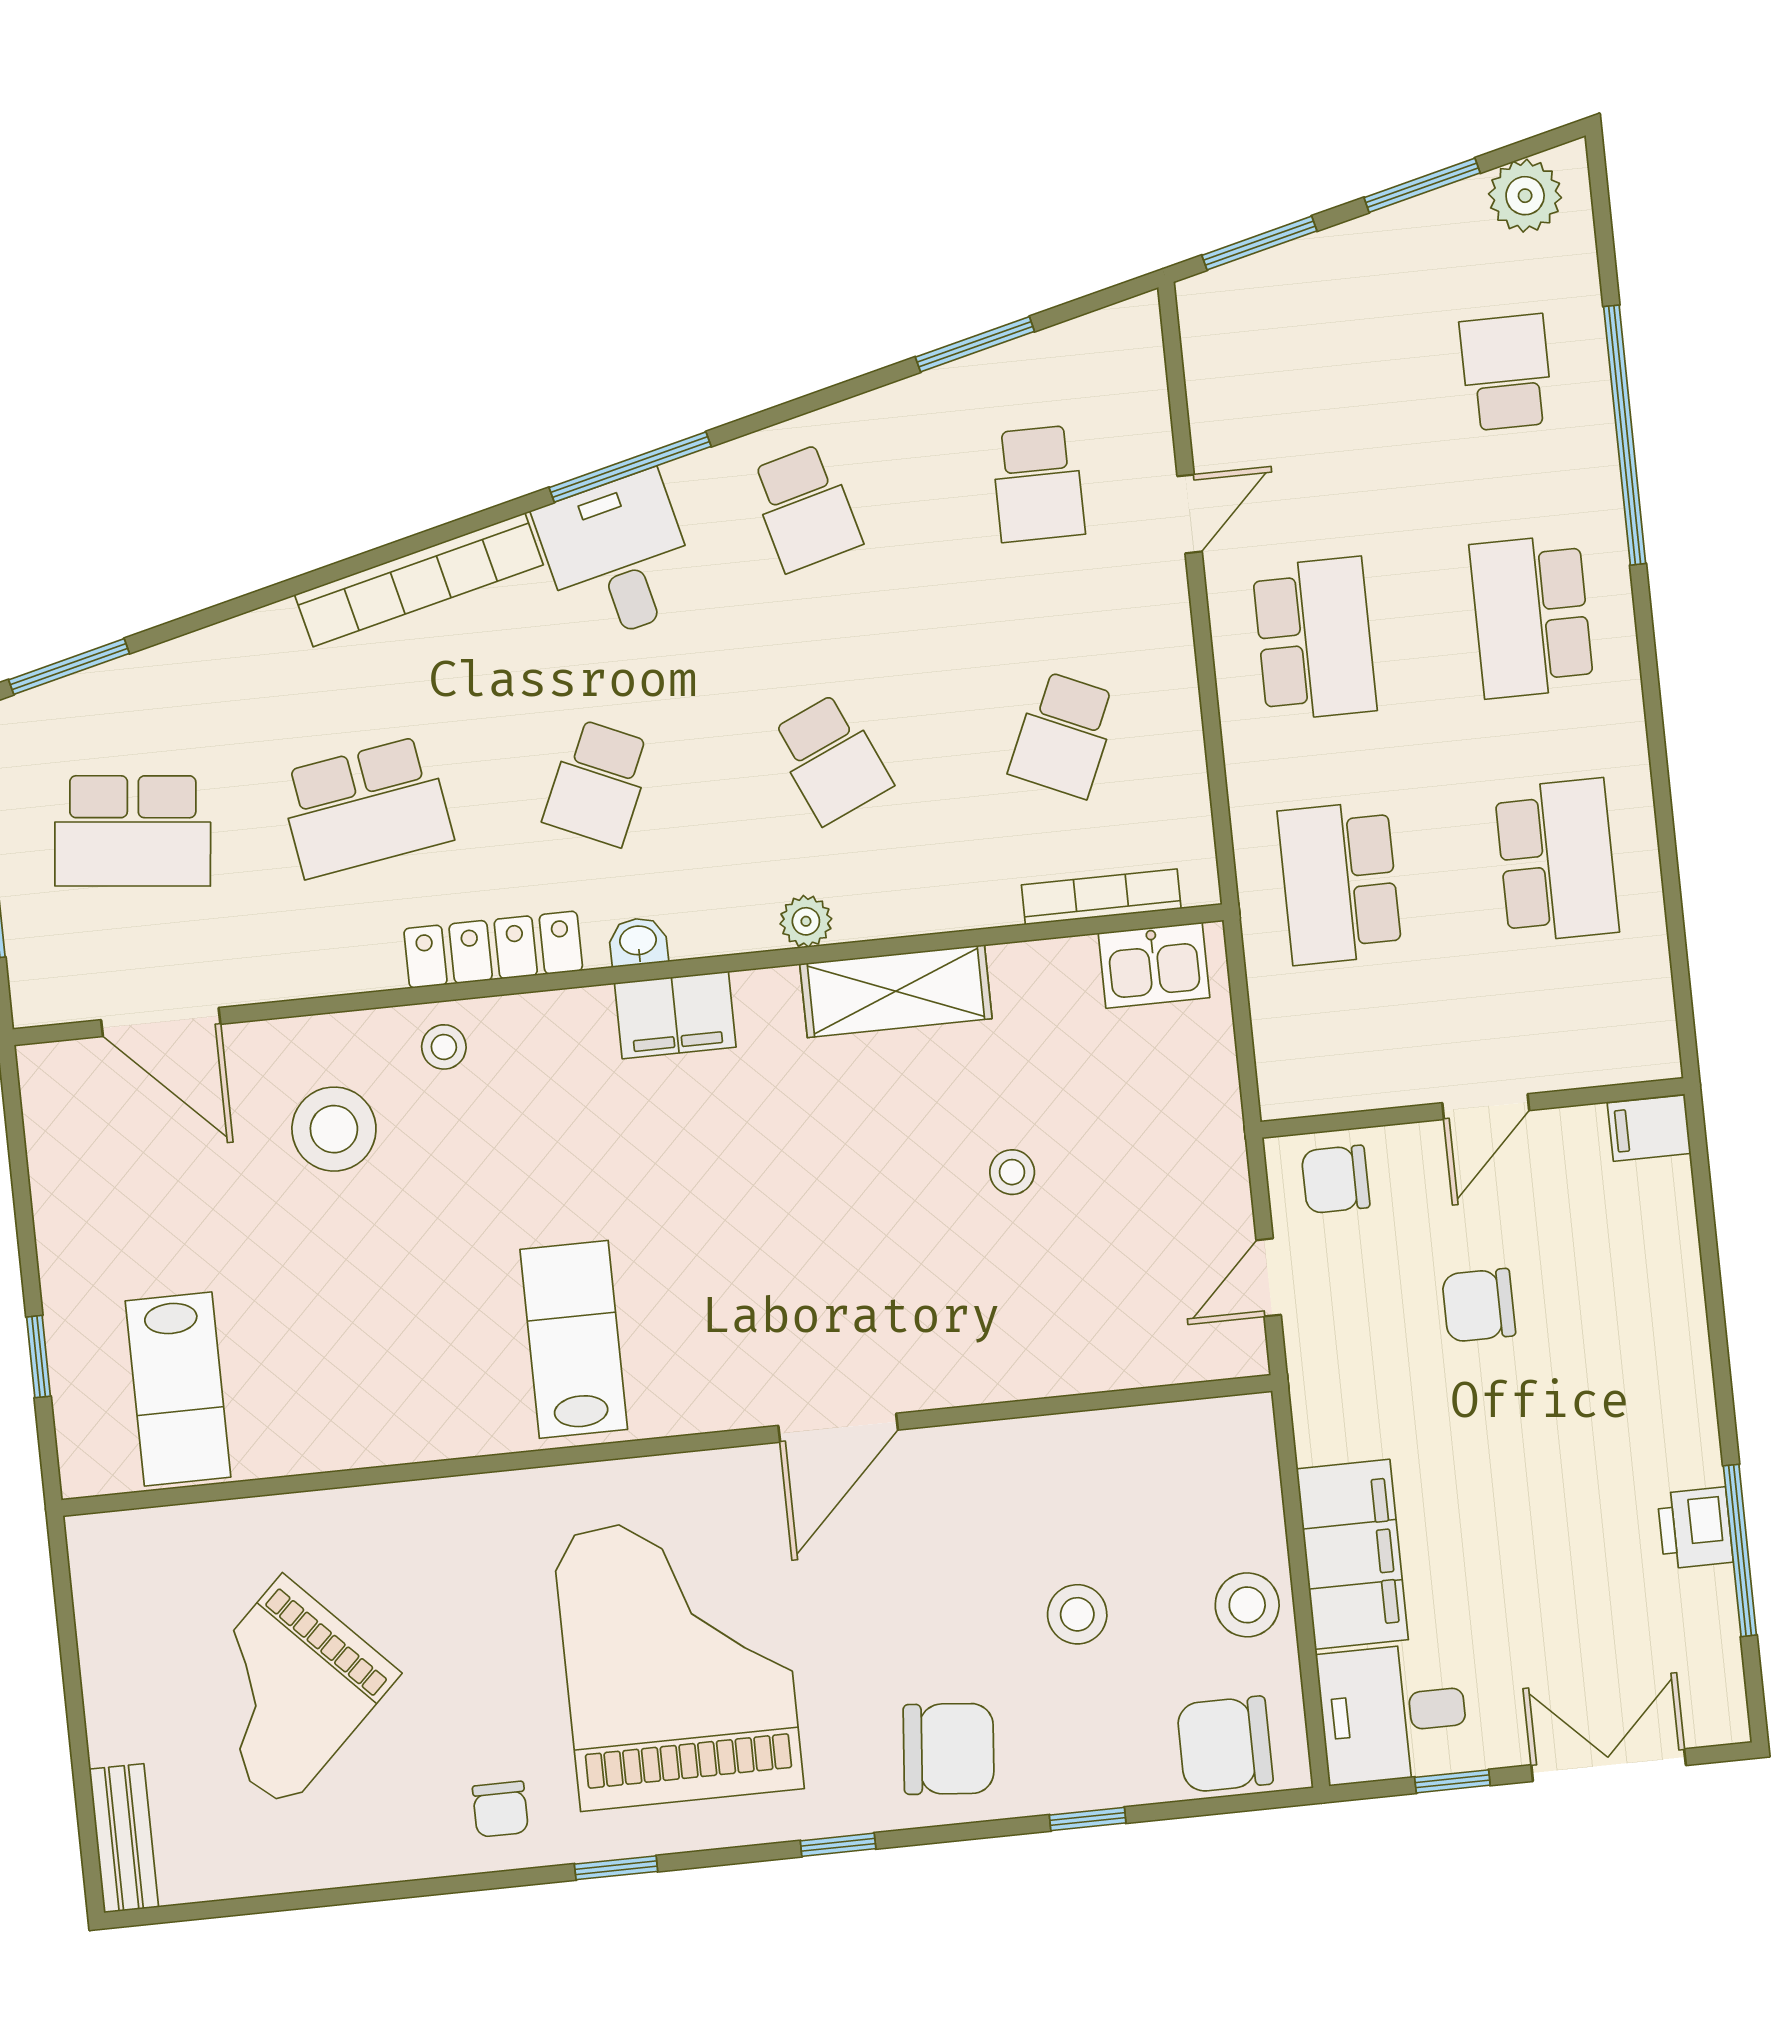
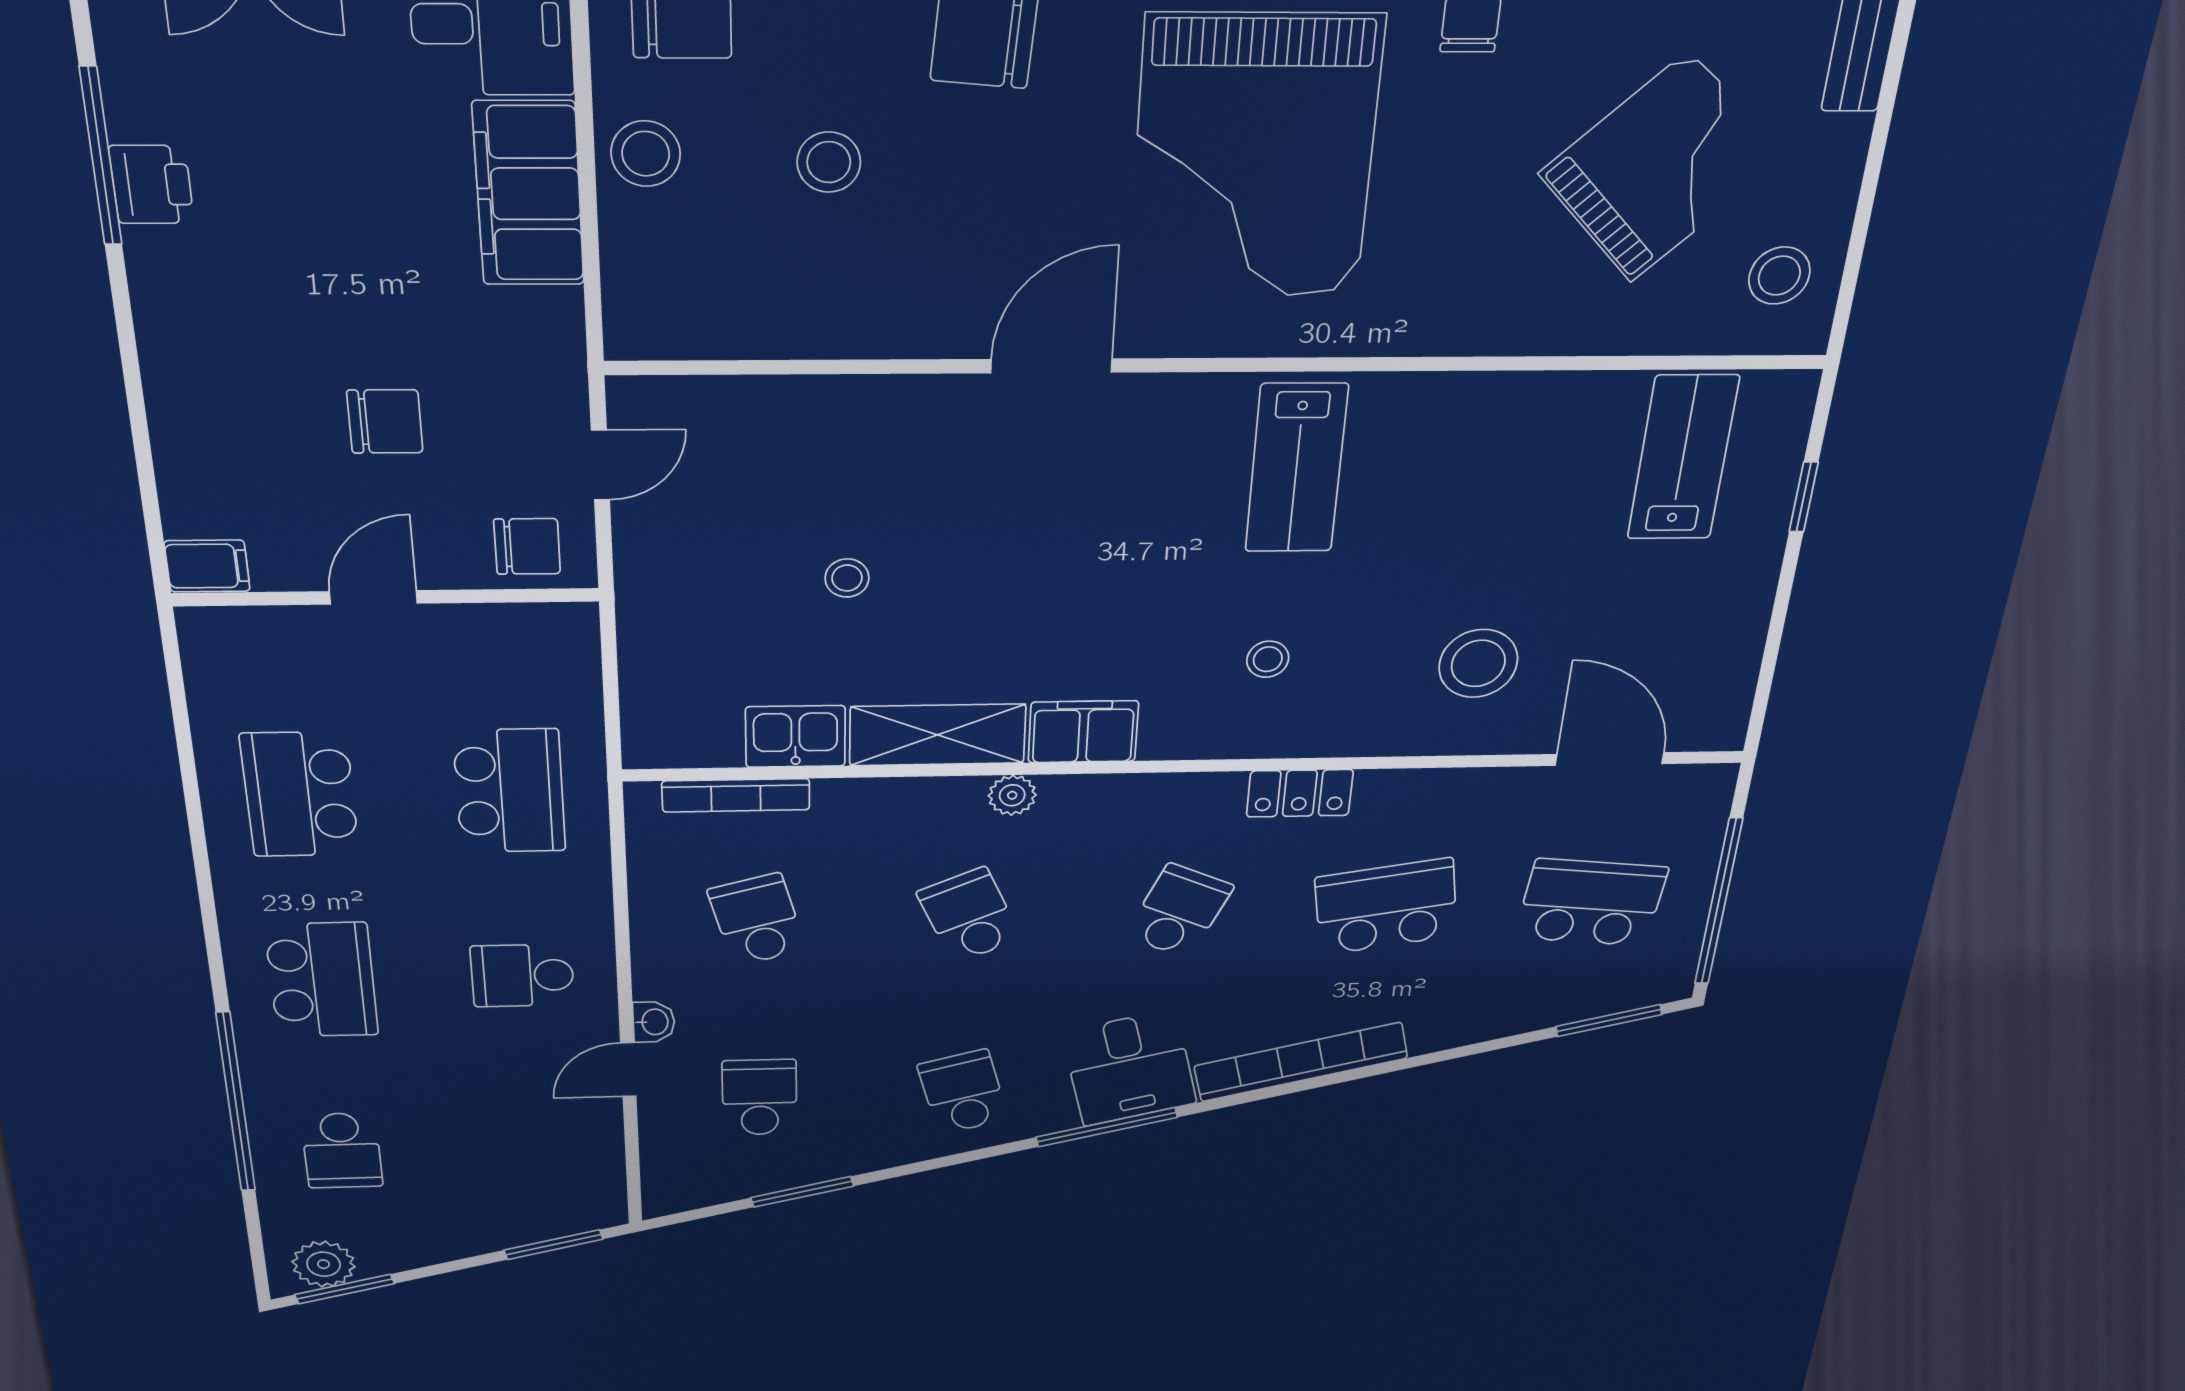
window: (1422, 185) -> (345, 1289), moved
school desk: (1314, 639) -> (522, 976), width x0.54
school desk: (1064, 735) -> (757, 920), turned -39
washbasin: (638, 942) -> (654, 1022), moved, turned -90
locker: (493, 950) -> (1300, 793), width x0.66
kitchen sink: (1154, 965) -> (795, 736), moved
filing cabinet: (675, 1015) -> (1083, 732), moved
stool: (444, 1047) -> (1268, 659), moved
stool: (135, 1594) -> (1779, 276), added

